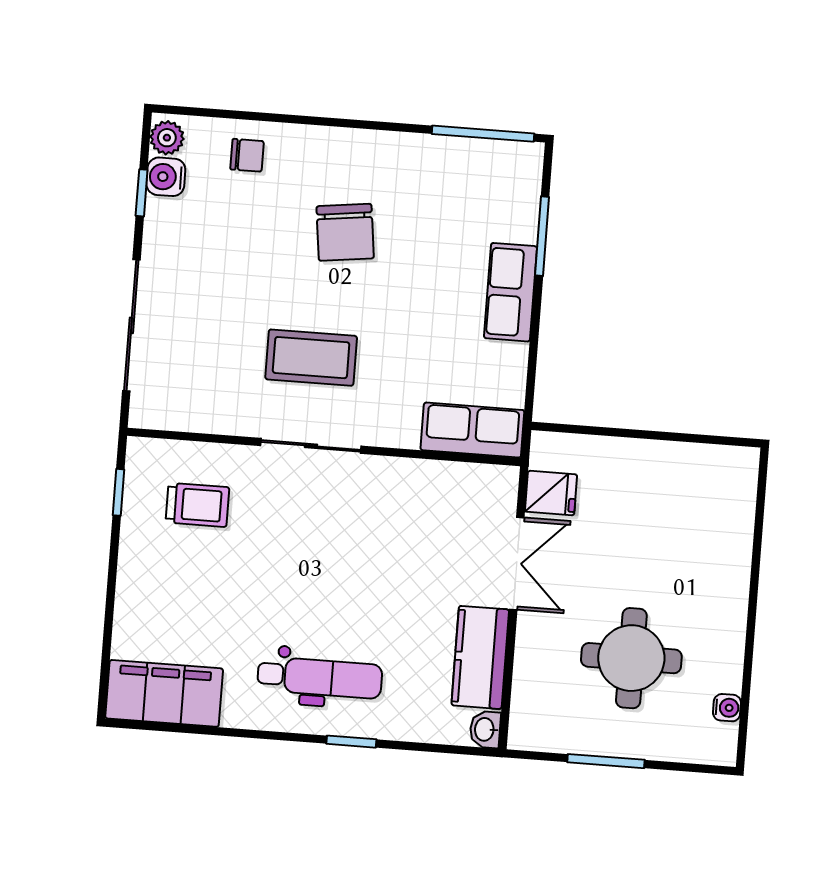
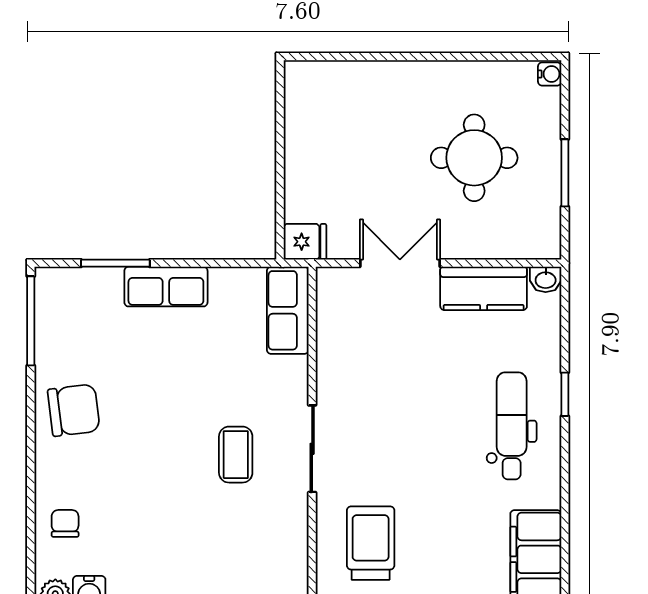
chair: (345, 232) -> (74, 410), moved
coffee table: (311, 358) -> (236, 455), width x0.73, depth x0.77
fridge: (551, 493) -> (305, 242), moved, turned 90
trolley: (197, 505) -> (371, 543), width x1.36, depth x1.39
water cooler: (727, 708) -> (550, 74), moved, turned 90

